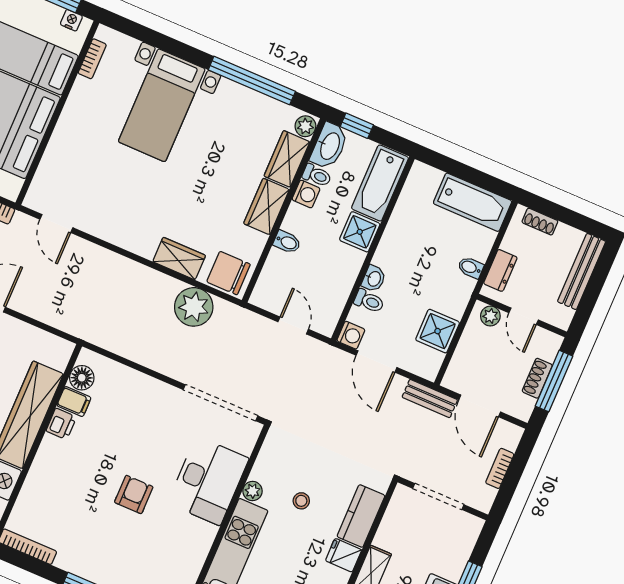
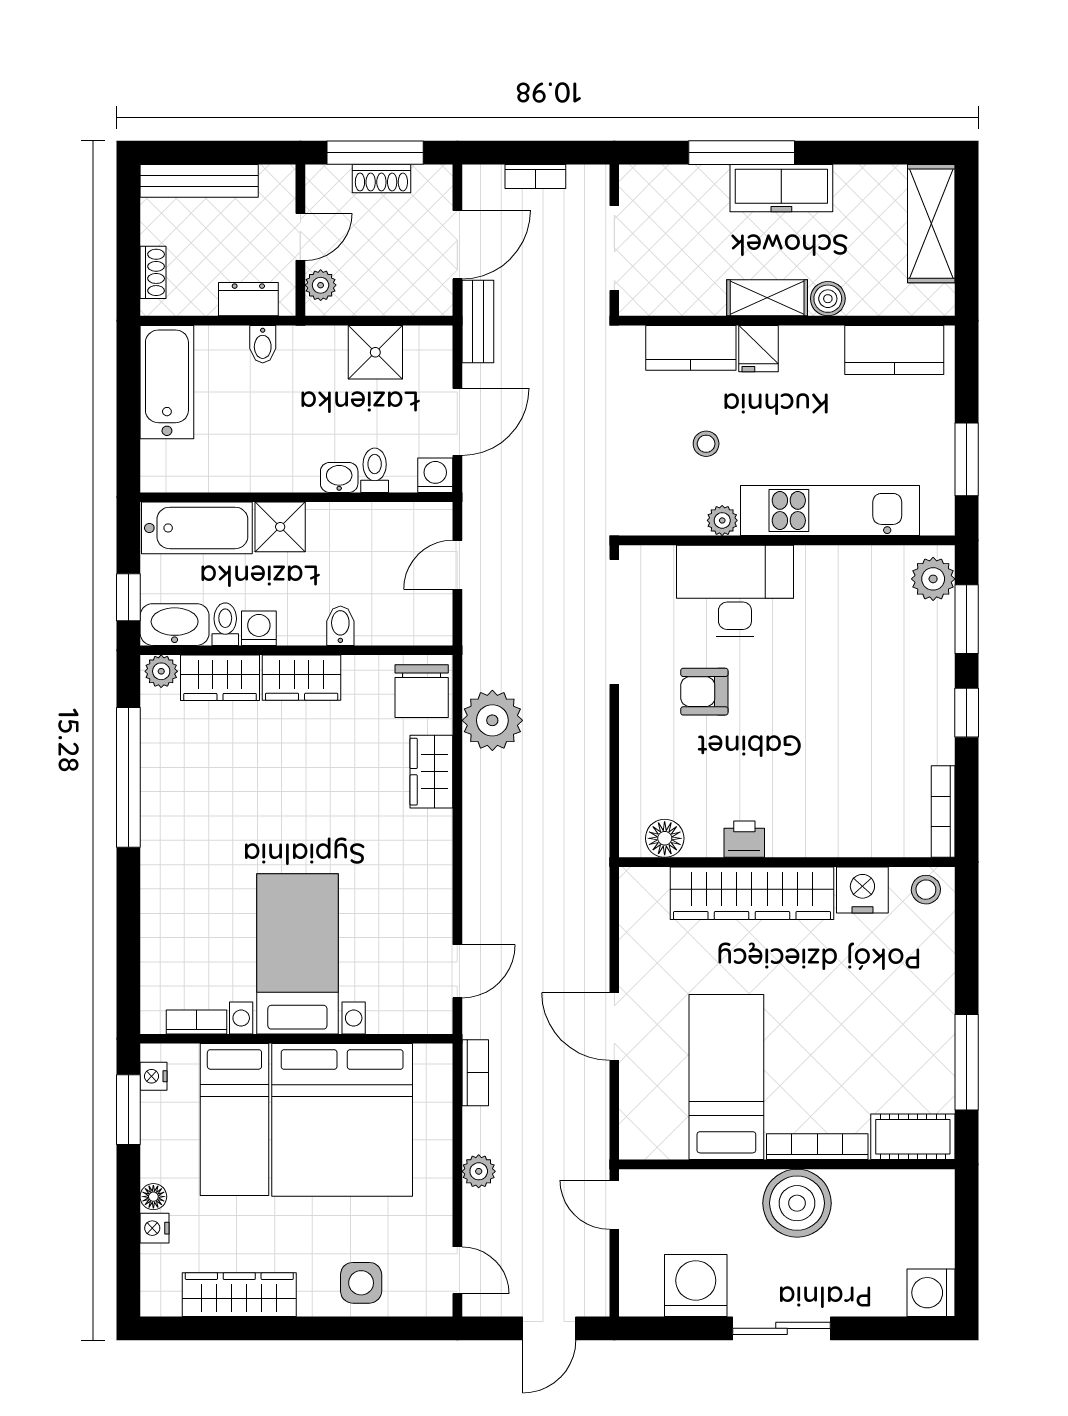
bed with nightstands: (162, 105) -> (297, 954), moved, turned -90
filing cabinet: (74, 402) -> (704, 835), removed
armchair: (134, 494) -> (704, 692), moved

